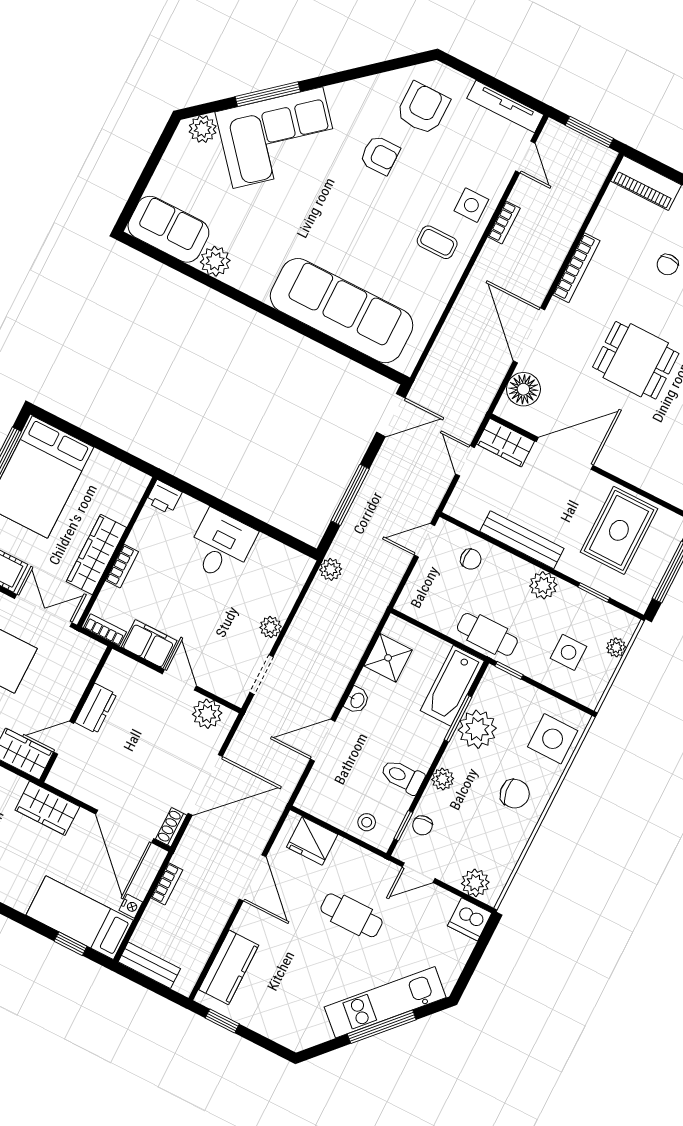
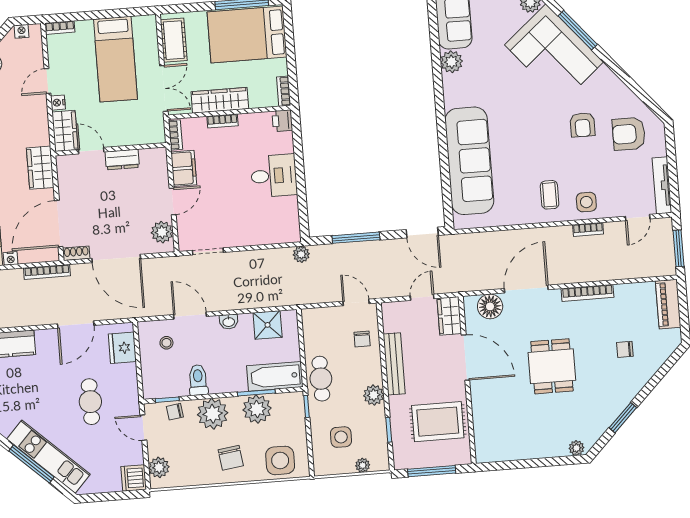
armchair: (423, 108) -> (629, 134), turned 180
bookcase: (131, 475) -> (284, 91), added
plant: (271, 627) -> (241, 239), removed
plant: (443, 779) -> (213, 414), width x1.88, depth x1.88
stool: (367, 822) -> (166, 343), moved
bookcase: (167, 884) -> (47, 272), width x1.56

